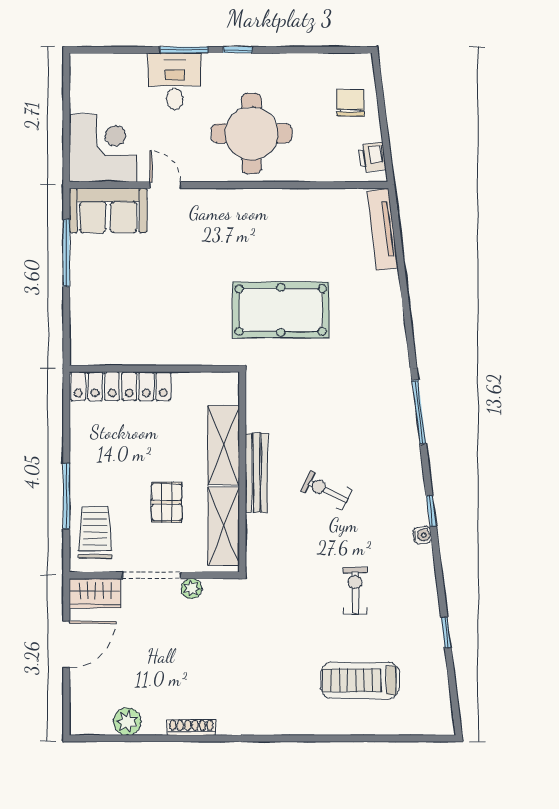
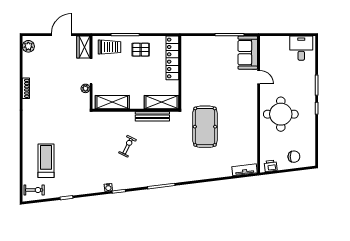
desk: (175, 81) -> (301, 48), moved, turned -90
corner desk: (103, 148) -> (274, 51), removed
door: (165, 185) -> (259, 77), hinge flipped
tv unit: (383, 229) -> (244, 170), width x0.71
shelving: (223, 445) -> (161, 102), moved
bench: (257, 473) -> (152, 116), moved
pallet: (167, 502) -> (141, 50), moved
exercise bike: (355, 591) -> (34, 190), moved
door: (66, 644) -> (61, 35), swing flipped
plant: (127, 722) -> (28, 46), moved

